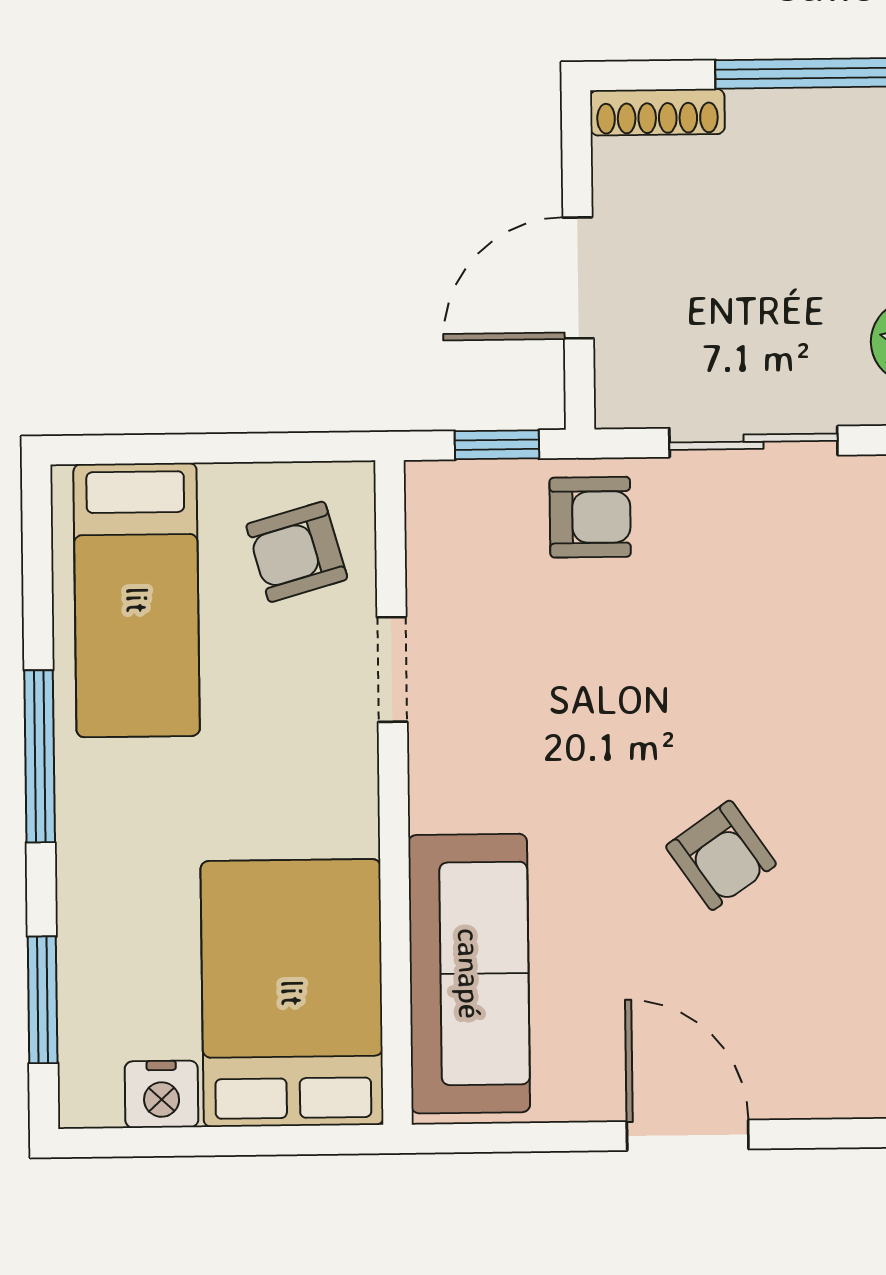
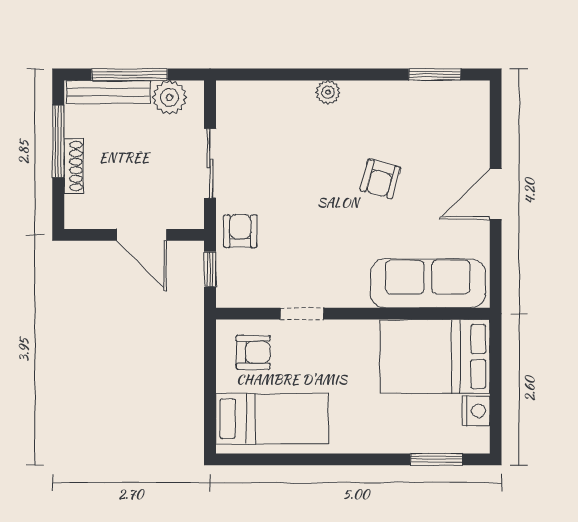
shoe rack: (657, 112) -> (74, 166), moved
armchair: (297, 552) -> (253, 352), turned -74
window: (40, 756) -> (336, 459), removed
armchair: (721, 855) -> (380, 179), turned 140

